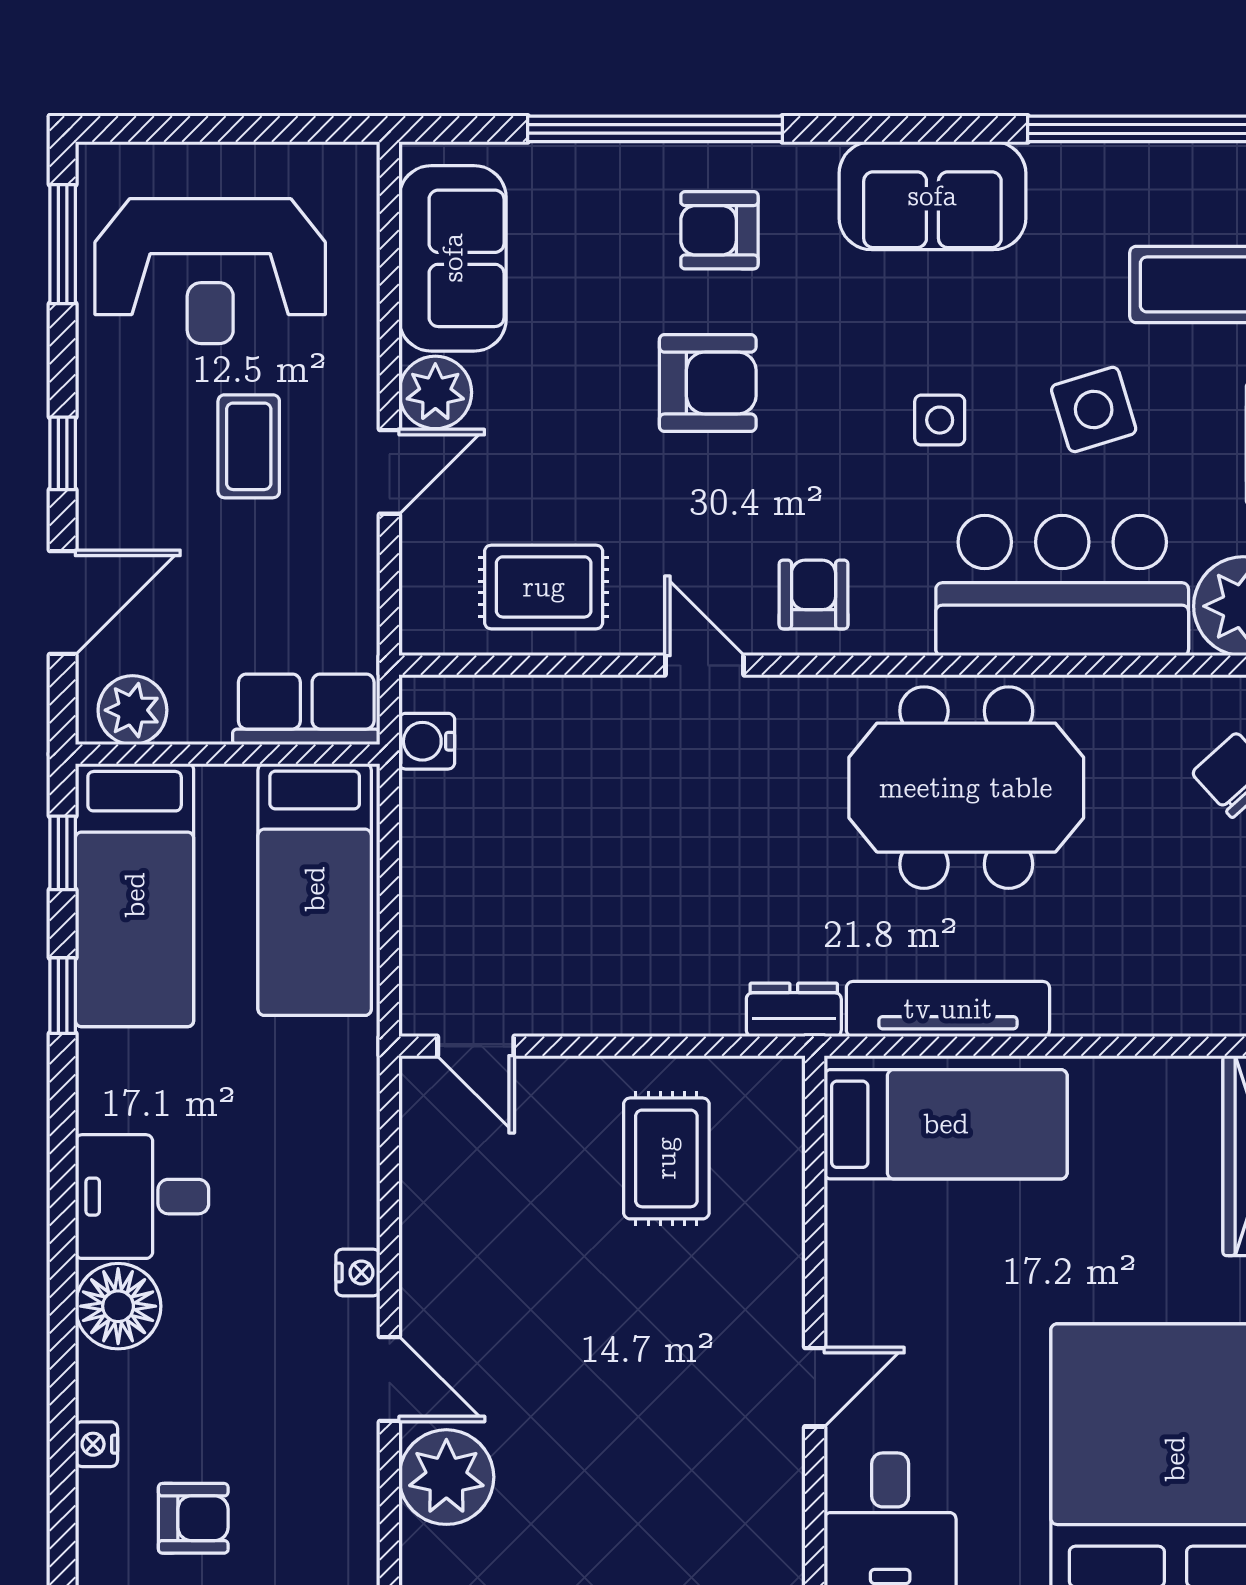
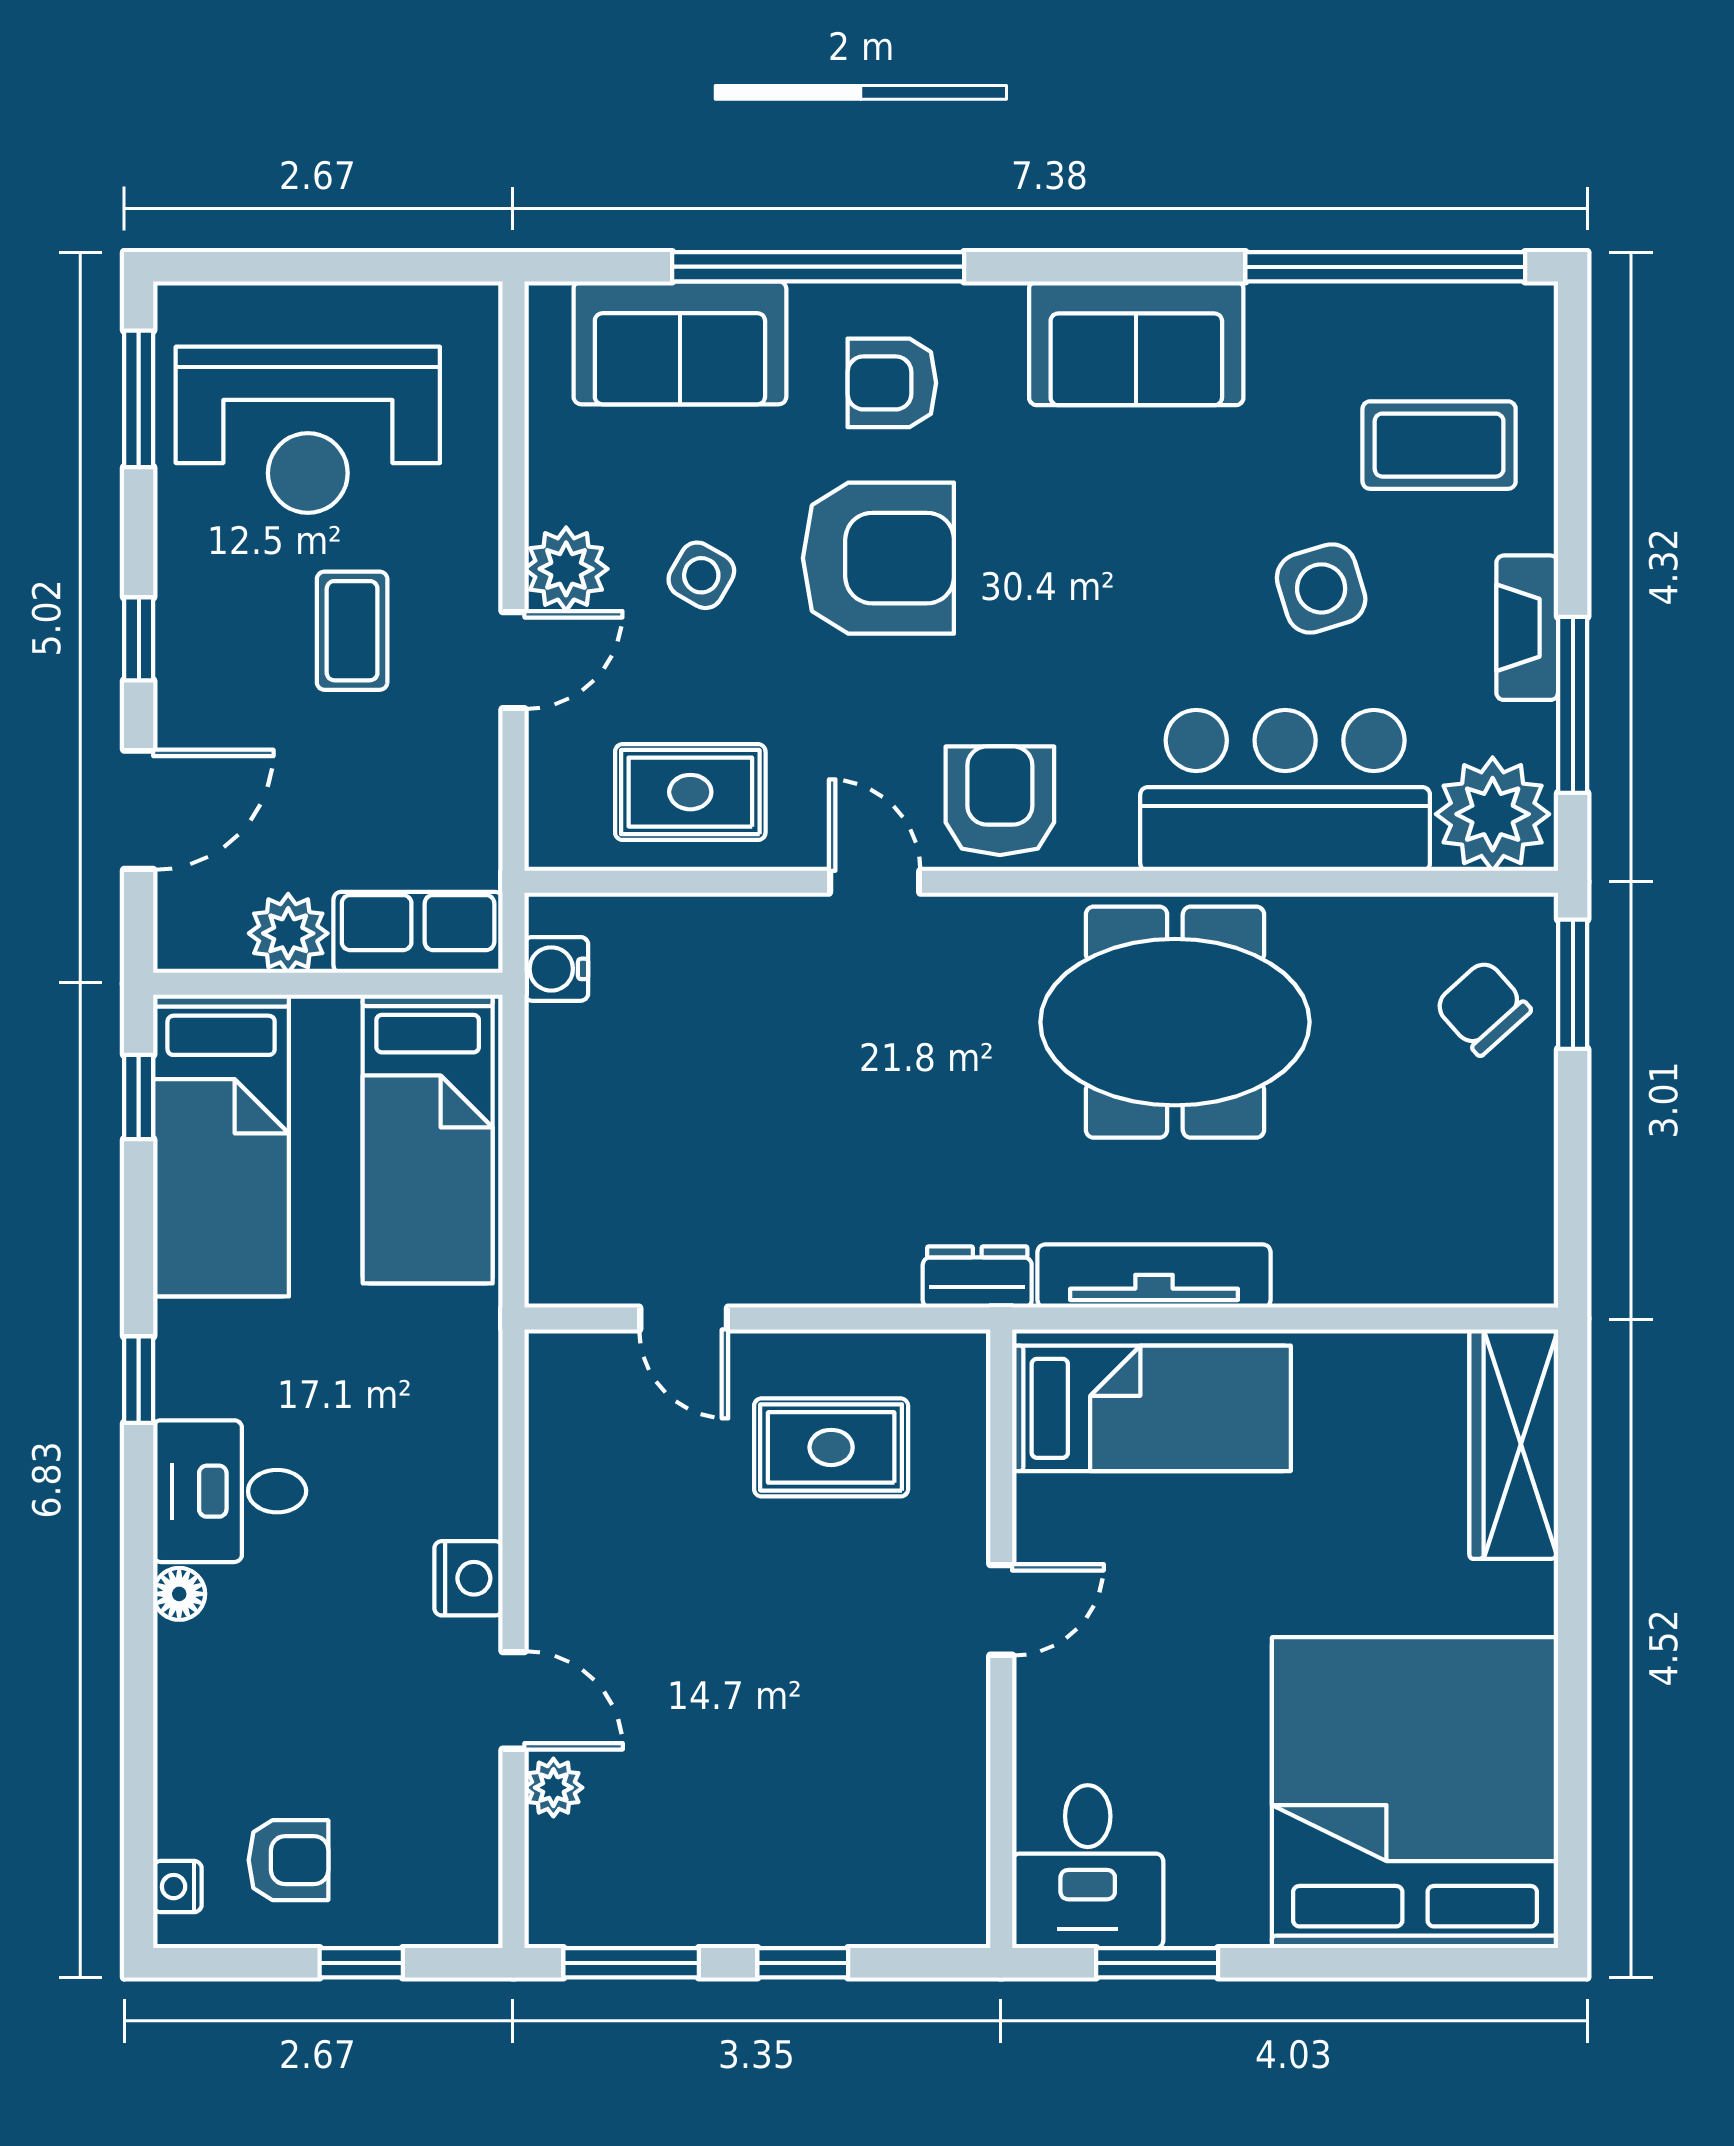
sofa: (453, 258) -> (680, 343), moved, turned 90
armchair: (708, 383) -> (878, 558), width x1.36, depth x1.36
side table: (940, 420) -> (701, 575), moved, turned 30
armchair: (814, 595) -> (1000, 801), width x1.38, depth x1.38
plant: (132, 710) -> (288, 933), moved
window: (63, 996) -> (139, 1380), moved
door: (476, 1046) -> (684, 1319), moved
rug: (666, 1158) -> (831, 1447), turned 90
nightstand: (358, 1272) -> (468, 1578), width x1.39, depth x1.35
floor lamp: (118, 1306) -> (179, 1594), width x0.53, depth x0.53
door: (815, 1387) -> (1001, 1610), moved
nightstand: (96, 1444) -> (177, 1887), moved
plant: (446, 1477) -> (553, 1788), width x0.53, depth x0.53

